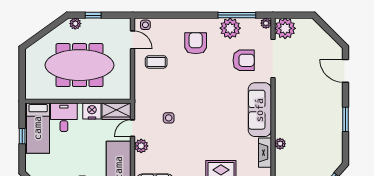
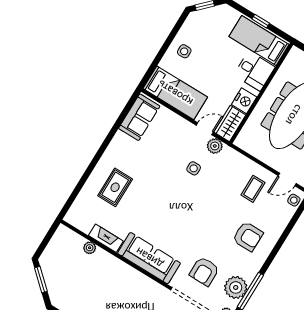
plant: (230, 28) -> (236, 287), moved
door: (133, 128) -> (205, 129), hinge flipped
plant: (280, 144) -> (90, 248), moved
plant: (141, 146) -> (215, 146), moved

